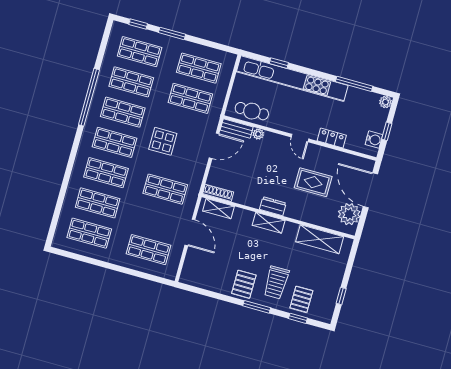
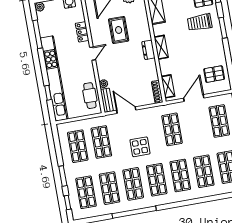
trolley: (276, 282) -> (200, 22), turned 180
pallet: (244, 284) -> (214, 74), moved

